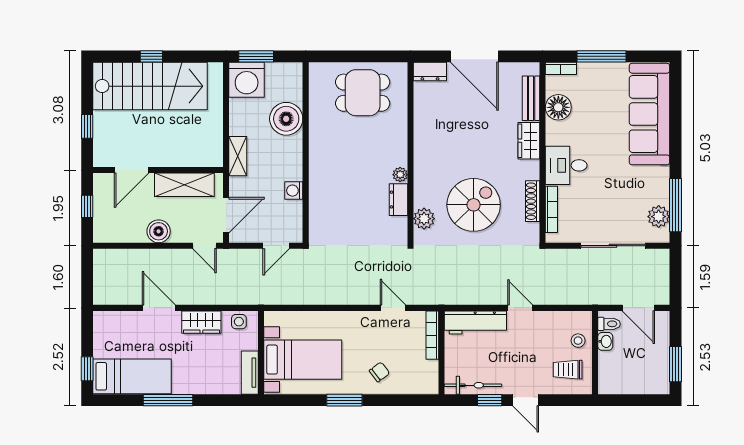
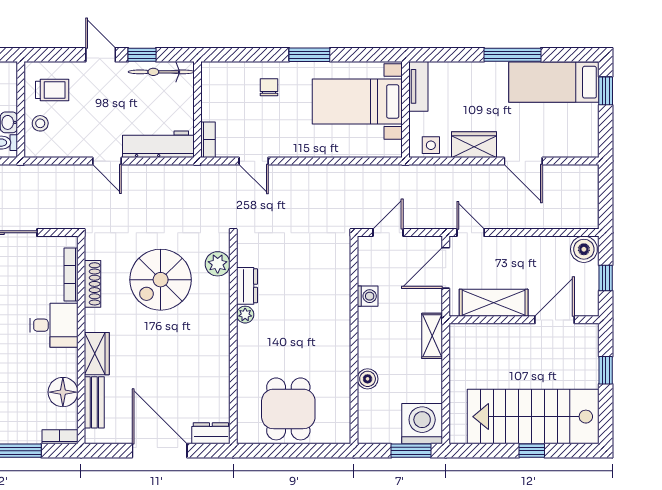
dining table: (363, 93) -> (288, 409), turned 90
boiler: (286, 119) -> (368, 379), width x0.54, depth x0.54
boiler: (159, 231) -> (584, 249), moved
bookcase: (432, 335) -> (208, 140), width x0.64
chair: (379, 372) -> (269, 87), turned 127

